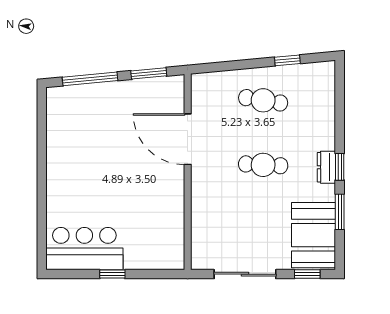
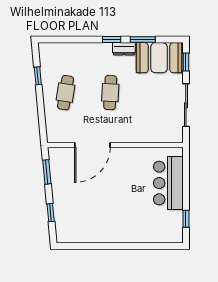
window: (90, 79) -> (51, 213), width x0.46
dresser: (326, 167) -> (124, 49), moved
bar counter: (84, 249) -> (168, 183), moved
window: (112, 274) -> (186, 219), moved

